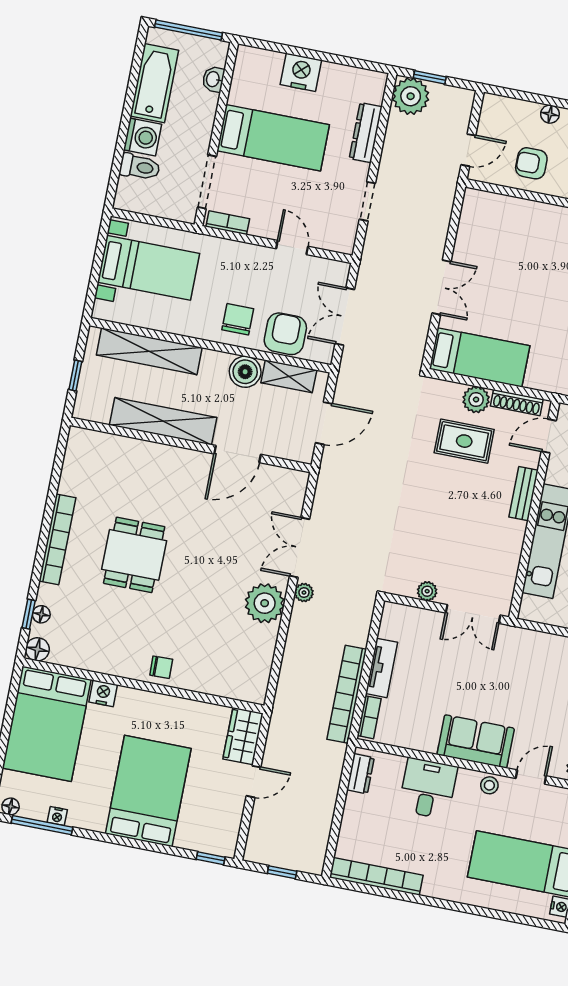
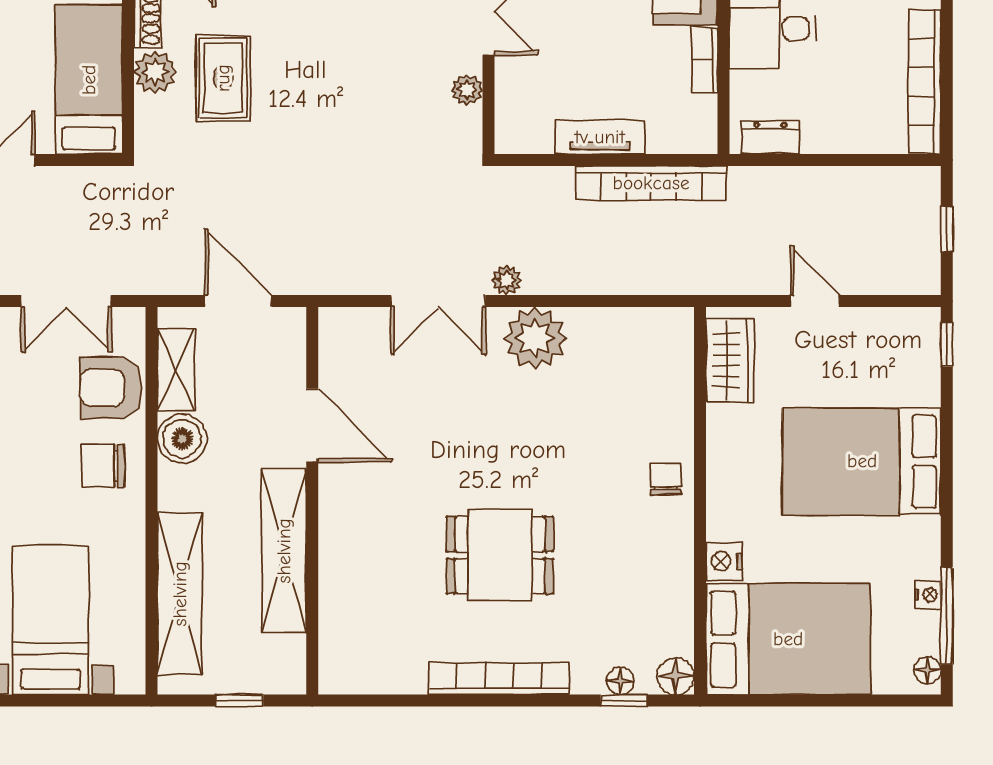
bookcase: (369, 717) -> (705, 60), moved, turned -90
wardrobe: (243, 736) -> (730, 360), moved, turned -90

